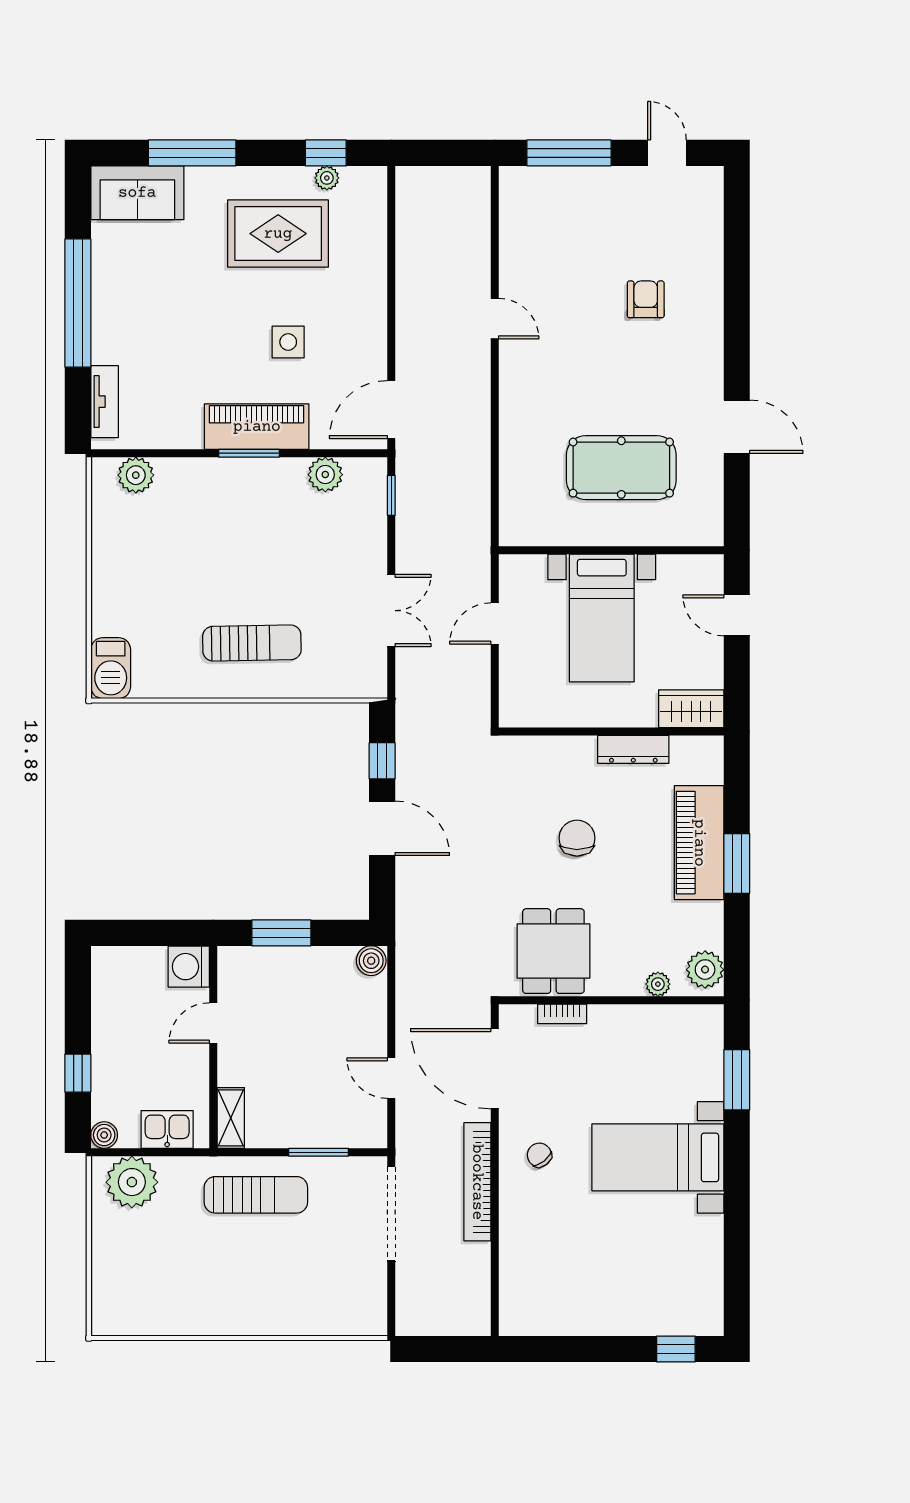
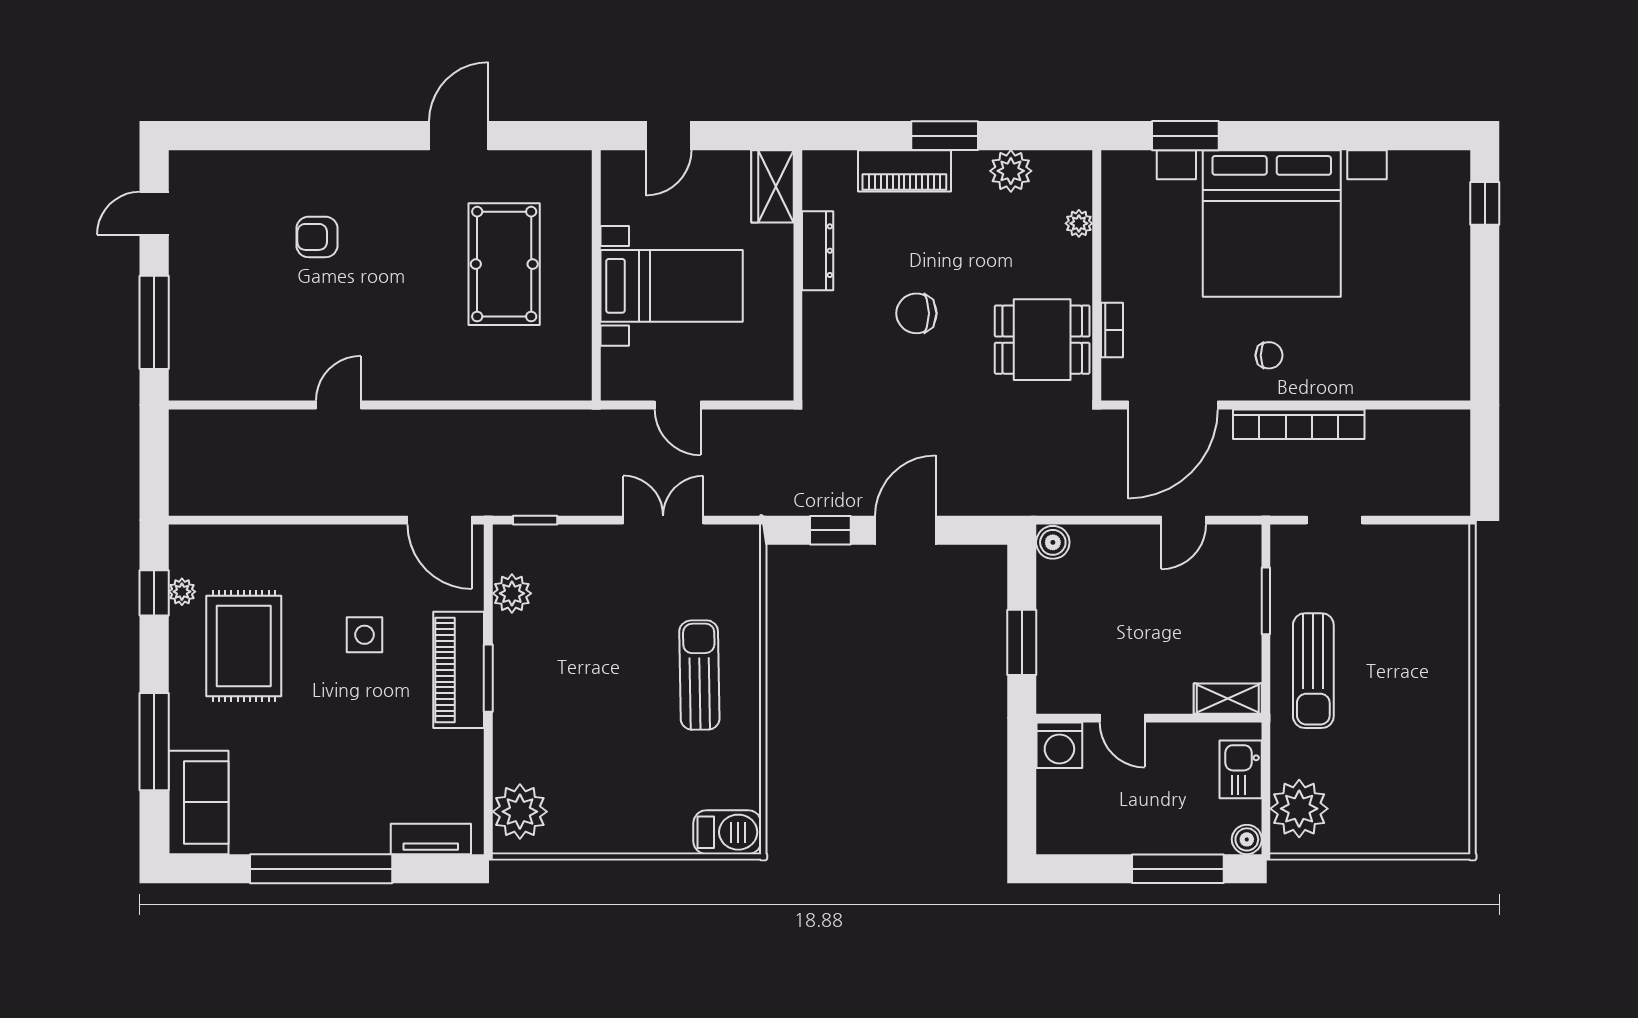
plant: (136, 475) -> (520, 812), width x1.36, depth x1.36
piano: (699, 843) -> (904, 171), width x0.73, depth x0.75
plant: (705, 970) -> (1011, 171), moved
window: (78, 1073) -> (1178, 869), width x2.17
chair: (539, 1155) -> (1269, 355), turned -142
bed with nightstands: (658, 1157) -> (1272, 223), width x1.85
sun lounger: (256, 1195) -> (1313, 671), turned 180
doorway: (391, 1214) -> (1335, 520), width x0.53

